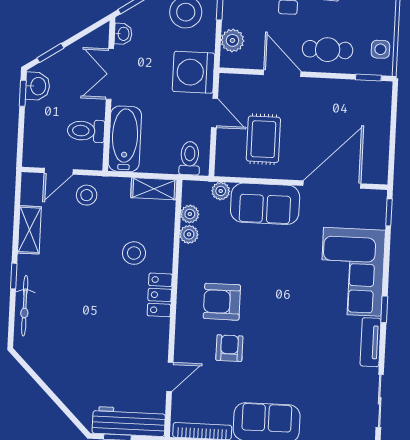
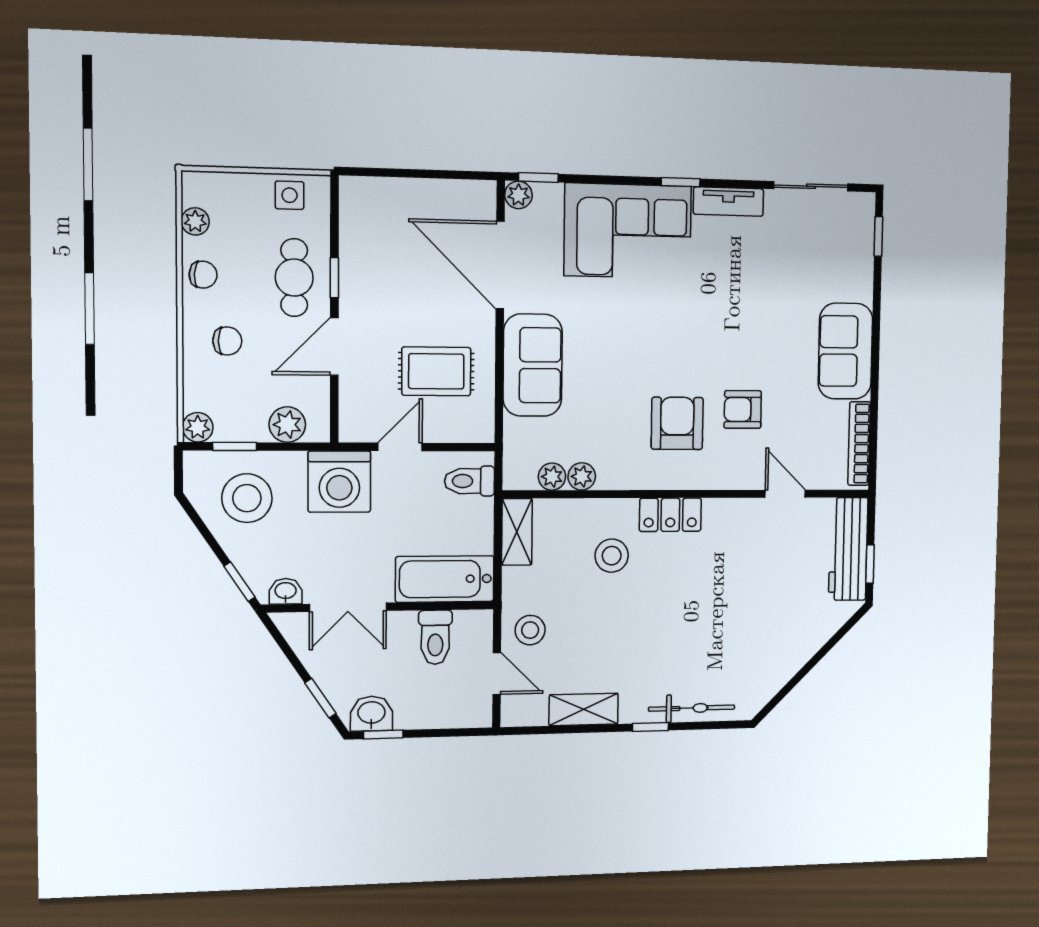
window: (368, 77) -> (334, 278), moved
plant: (221, 191) -> (518, 195), moved
armchair: (222, 302) -> (677, 423), turned 180

